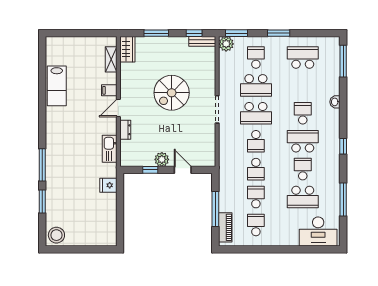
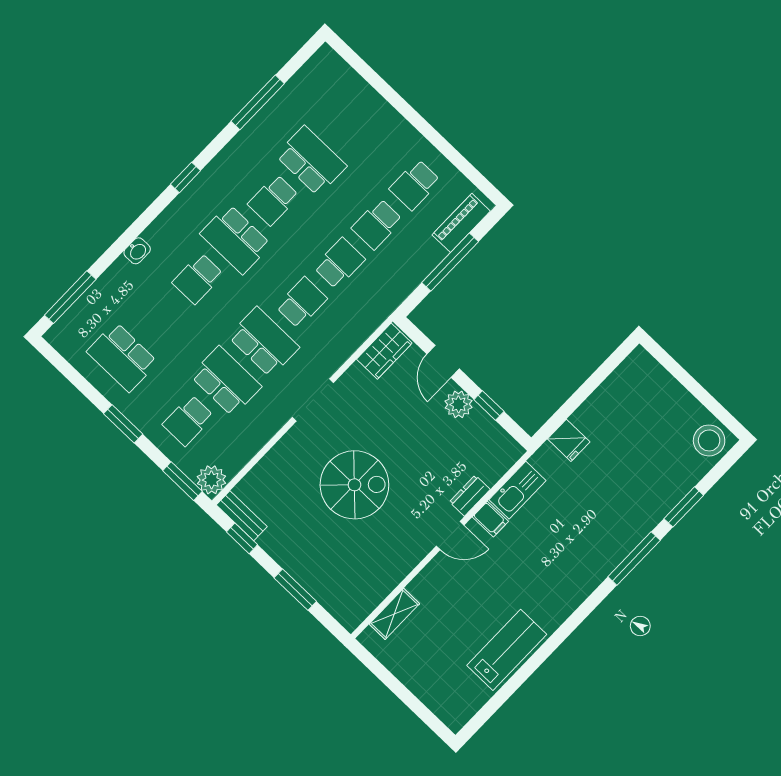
wardrobe: (127, 49) -> (384, 351), moved, turned 180
filing cabinet: (109, 90) -> (490, 519), moved
desk: (318, 231) -> (336, 91), removed

